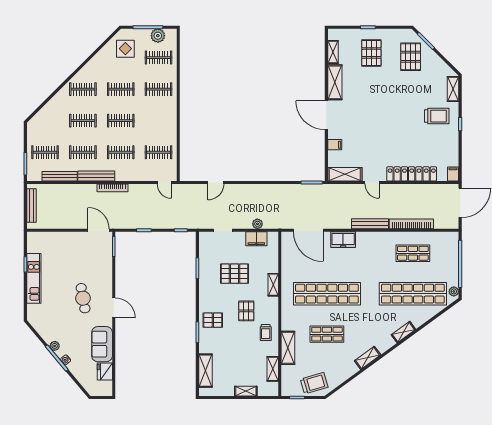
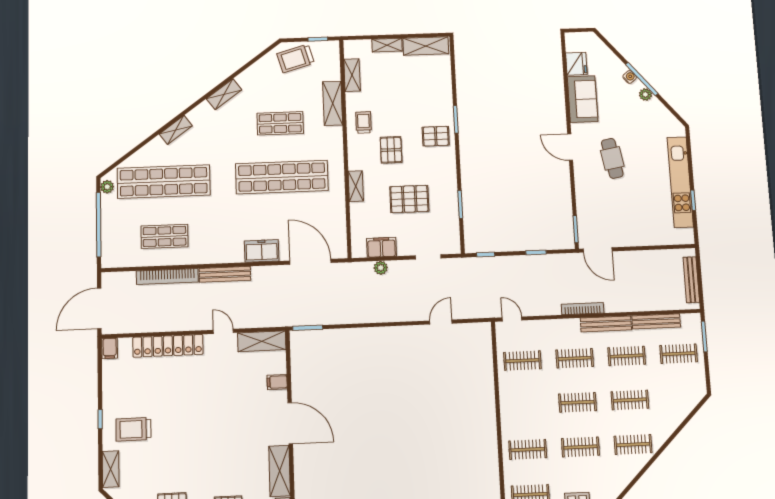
kitchen unit: (34, 278) -> (680, 182), width x1.36
shelving: (205, 371) -> (426, 46), moved, turned 90

